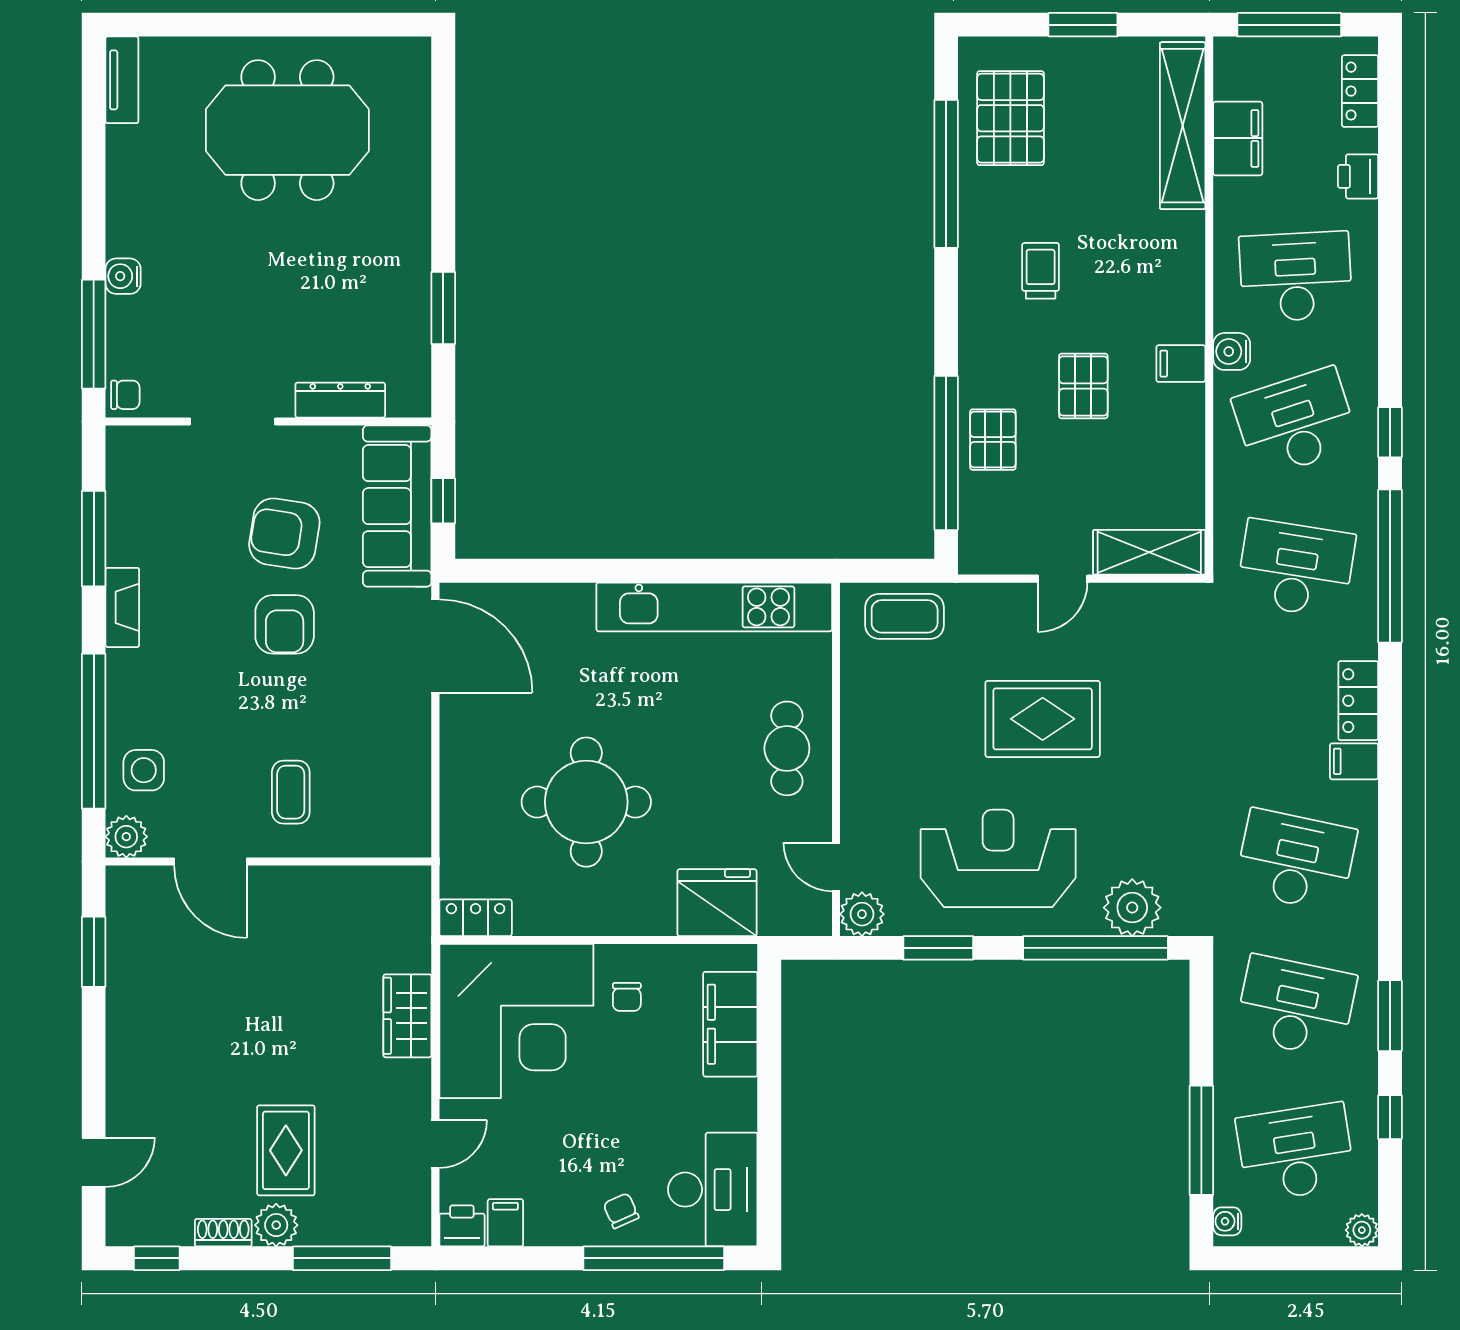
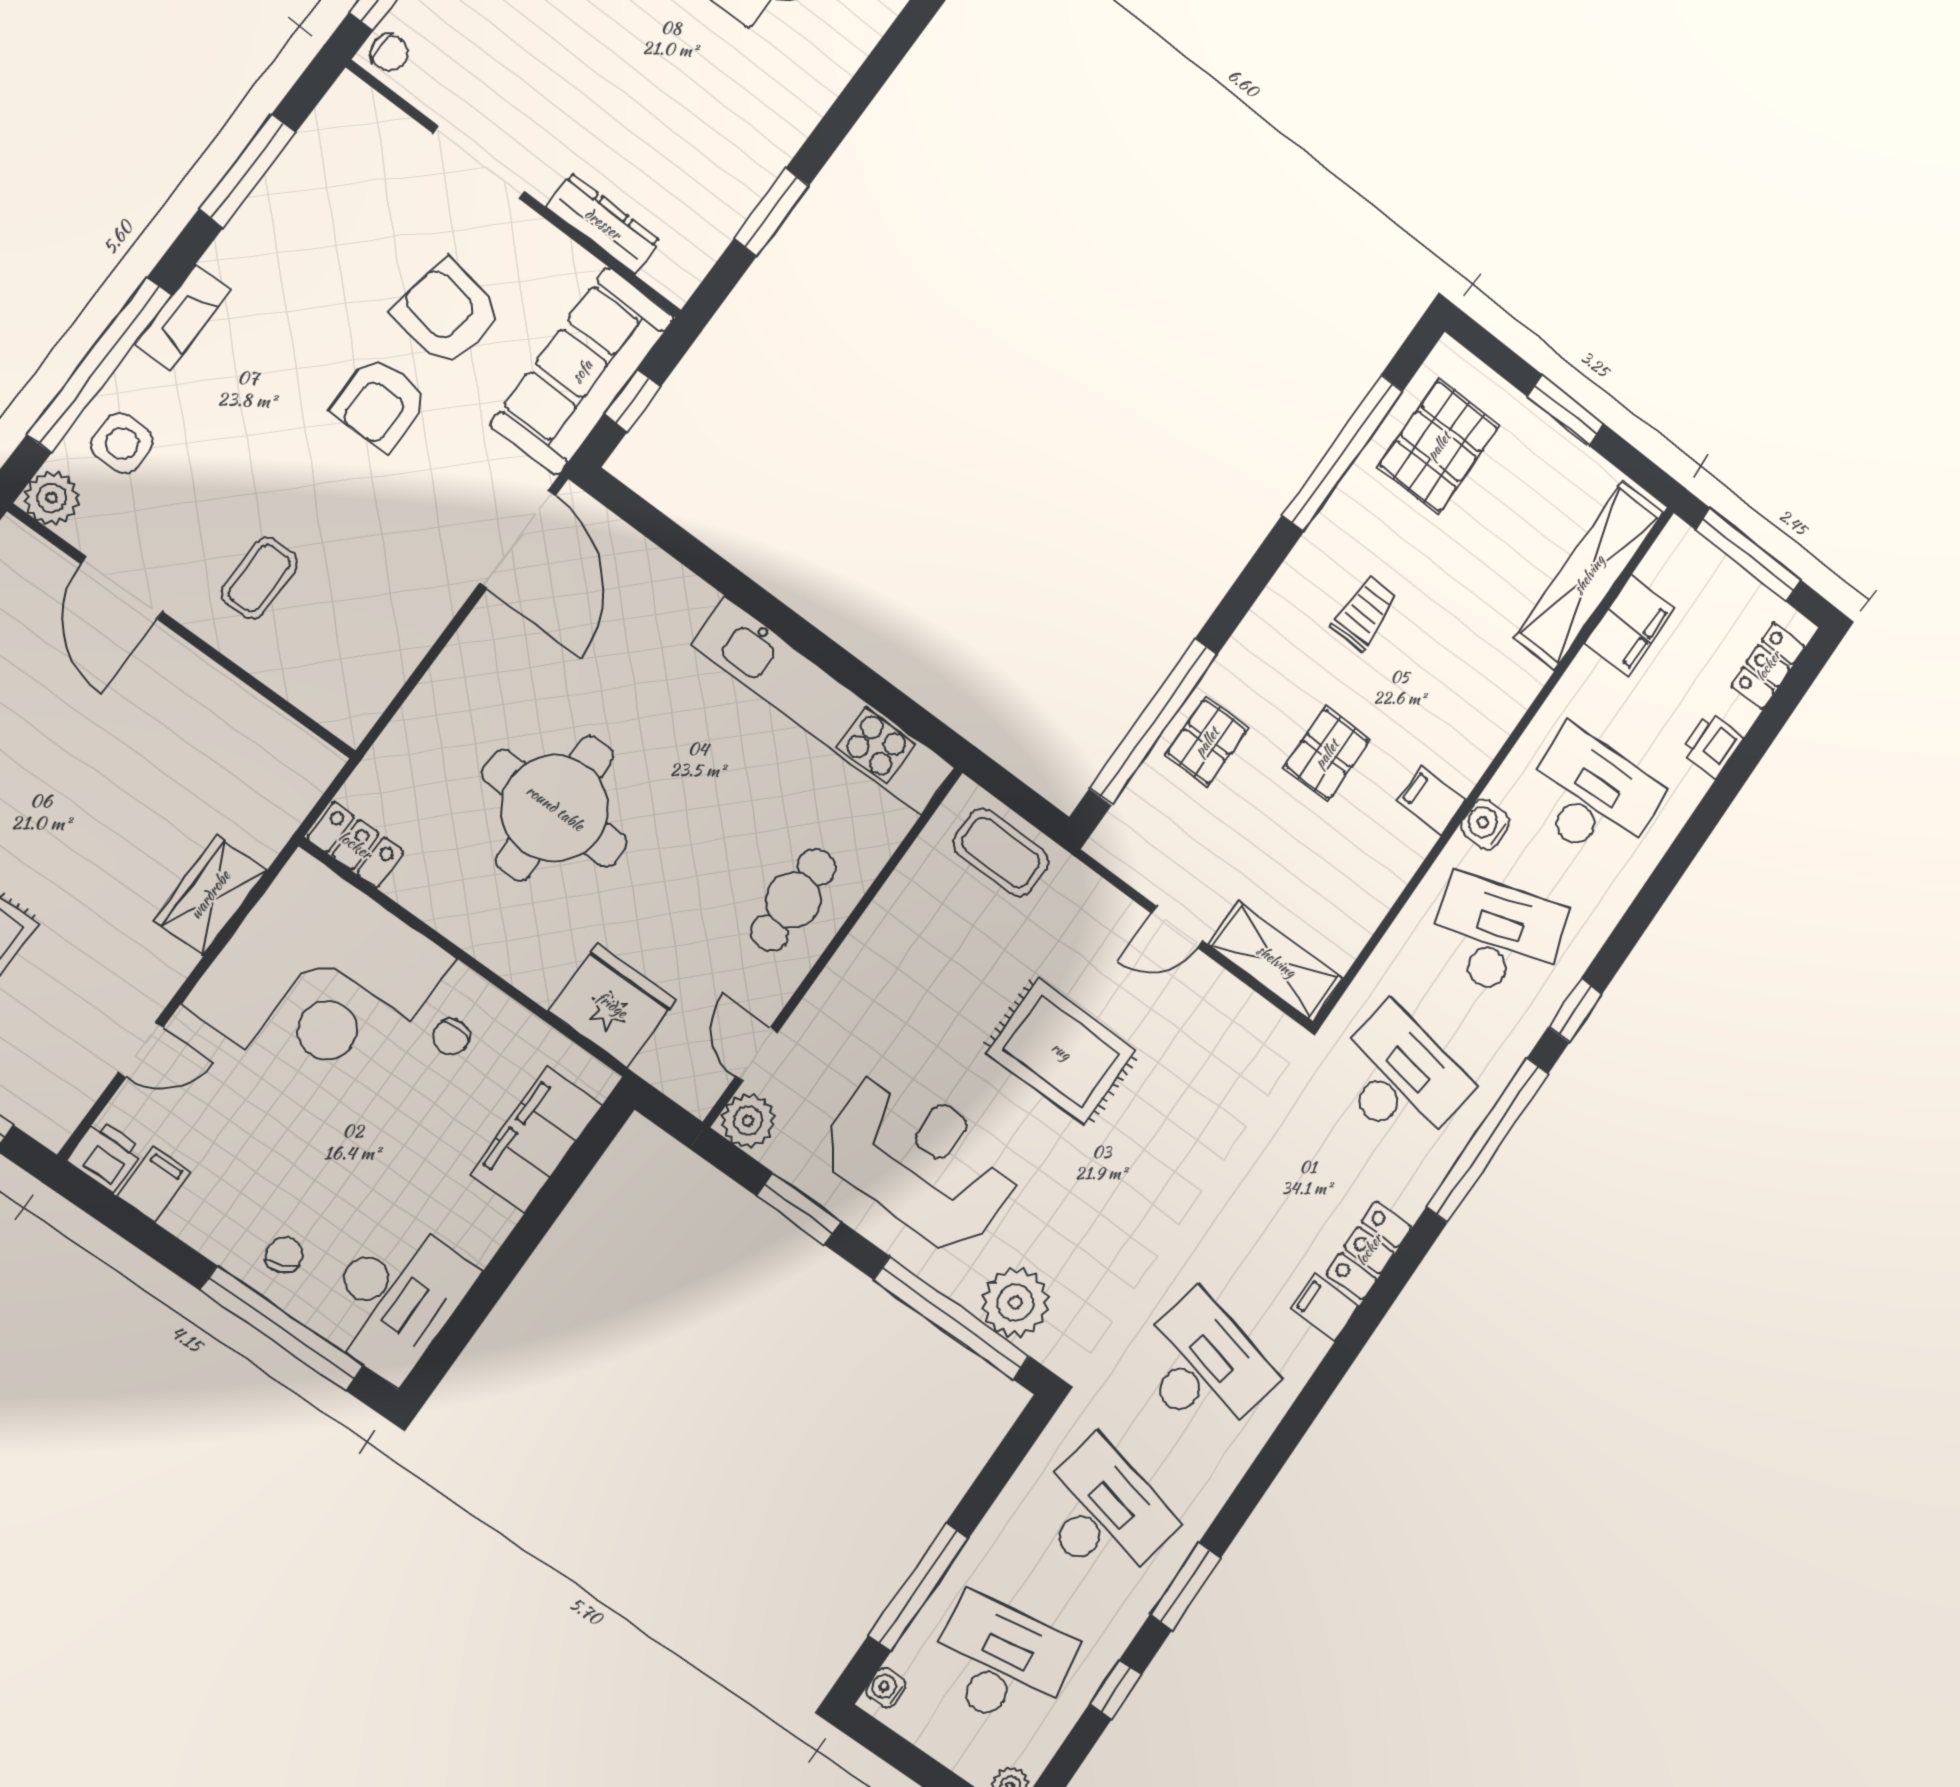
fireplace: (122, 607) -> (182, 318), moved

